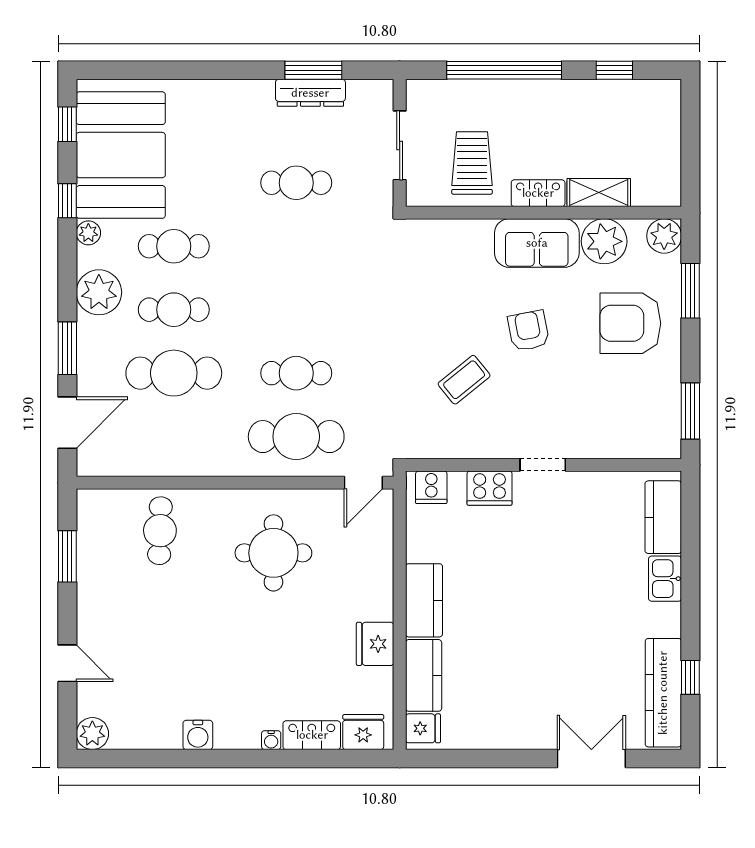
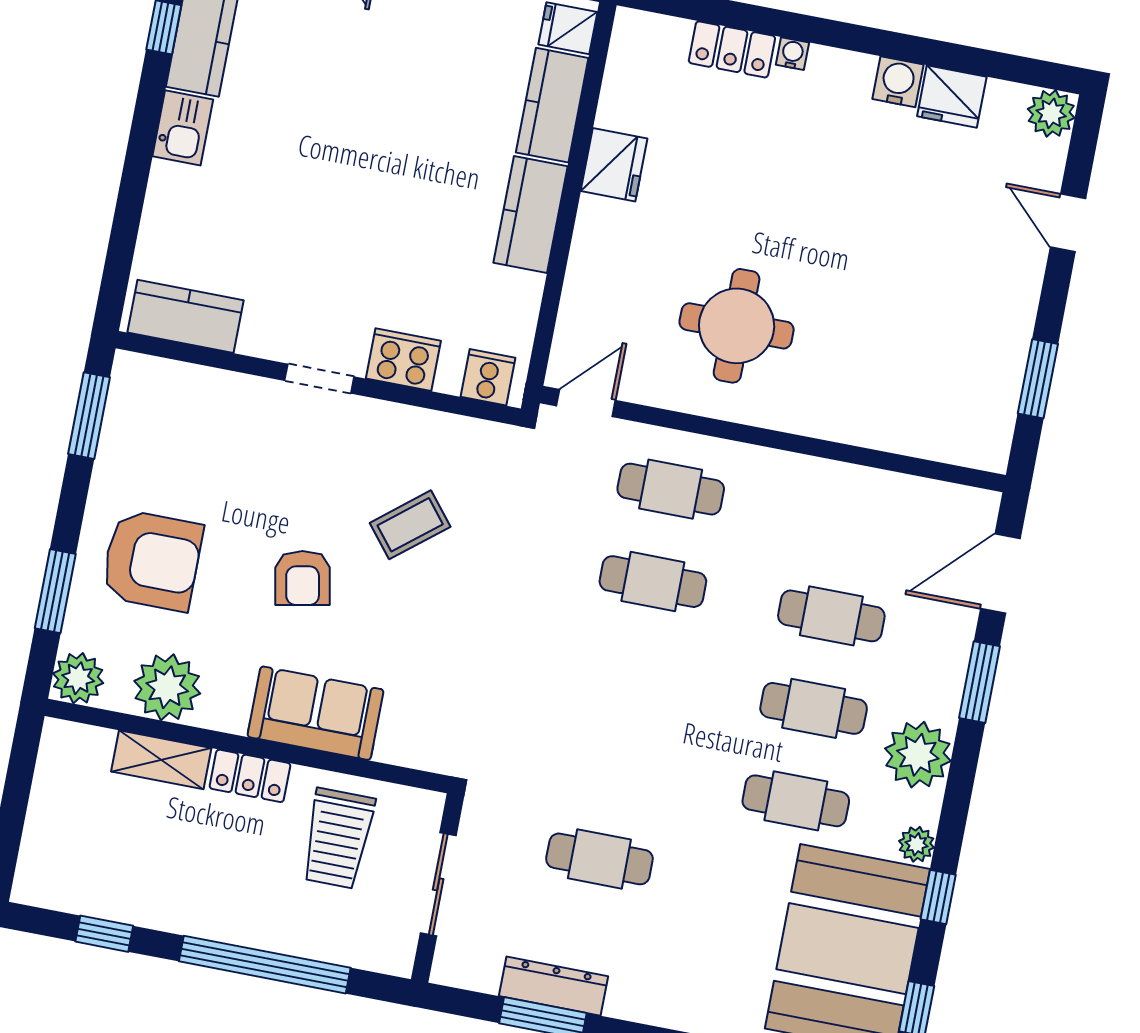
sofa: (537, 243) -> (316, 713), moved
cafe table: (174, 373) -> (831, 616), width x0.73, depth x0.74
cafe table: (296, 437) -> (671, 489), width x0.73, depth x0.74
kitchen counter: (663, 517) -> (186, 316), moved, turned -90
cafe table: (160, 531) -> (896, 390), removed
kitchen sink: (665, 579) -> (183, 128), moved
fridge: (363, 732) -> (952, 96), moved

